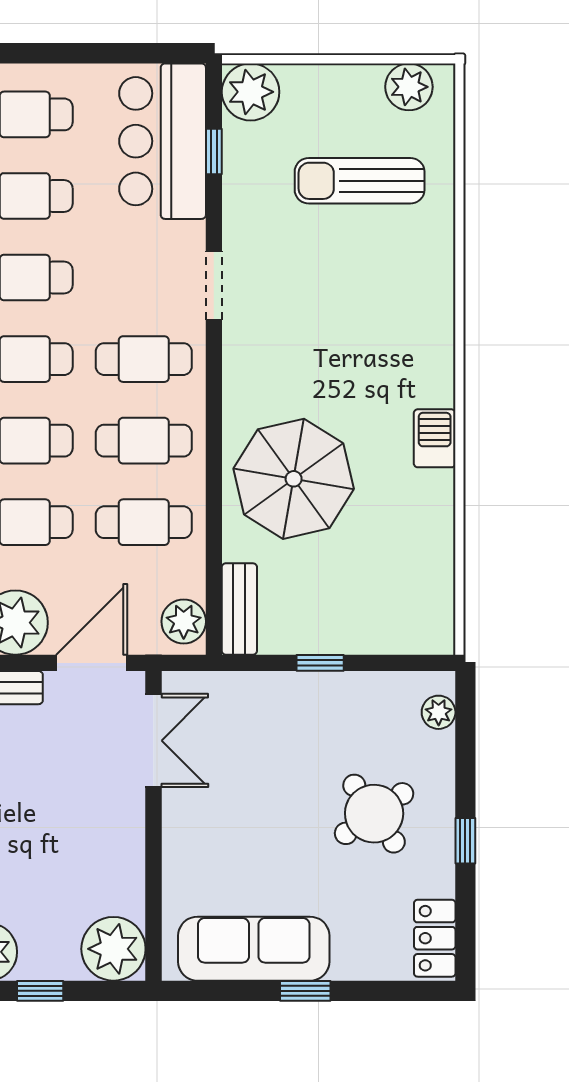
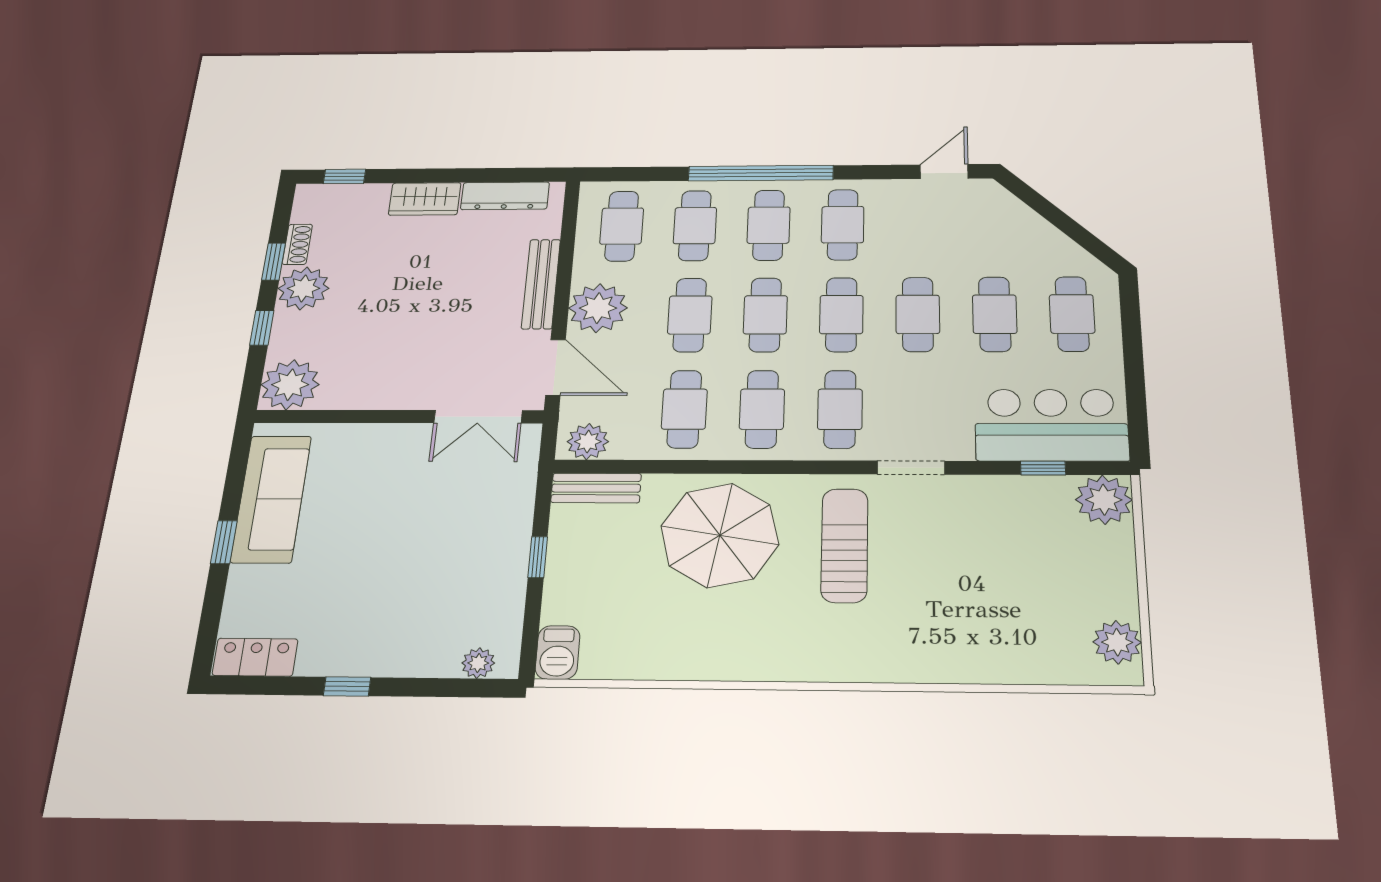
sun lounger: (360, 181) -> (844, 545), moved
barbecue: (435, 438) -> (558, 652), moved, turned 90
round table: (374, 814) -> (385, 604), removed

